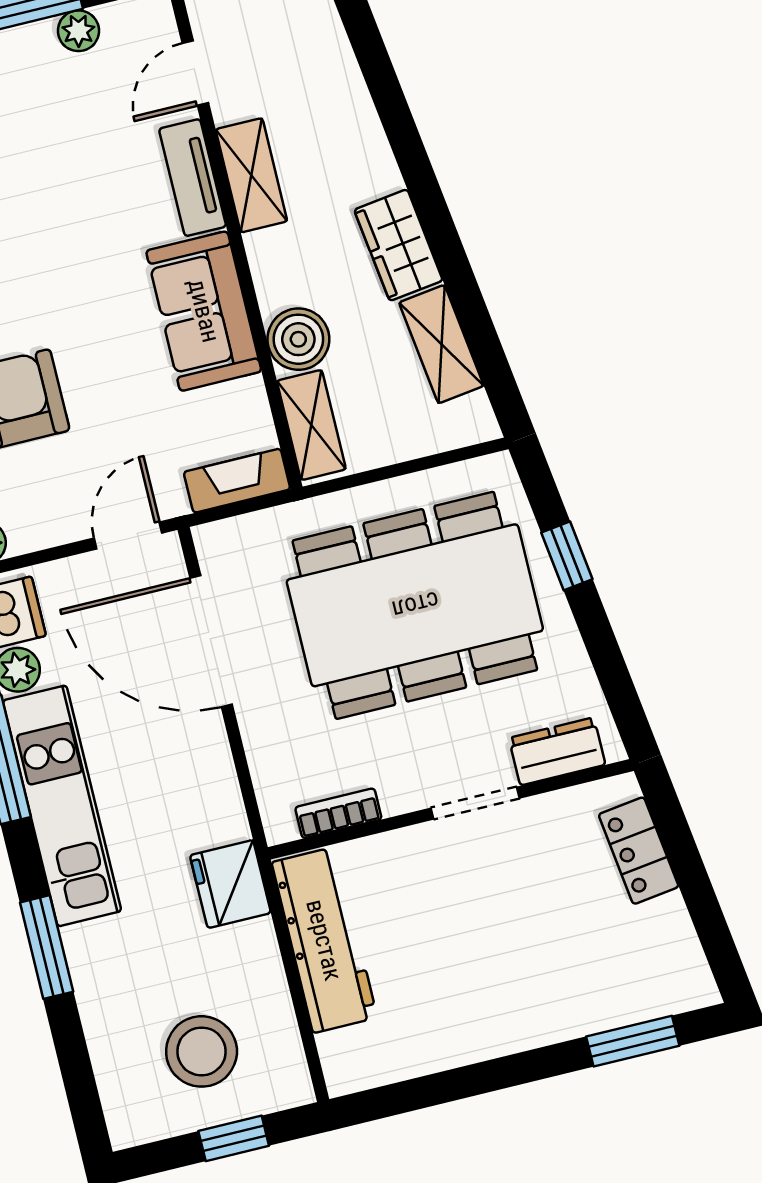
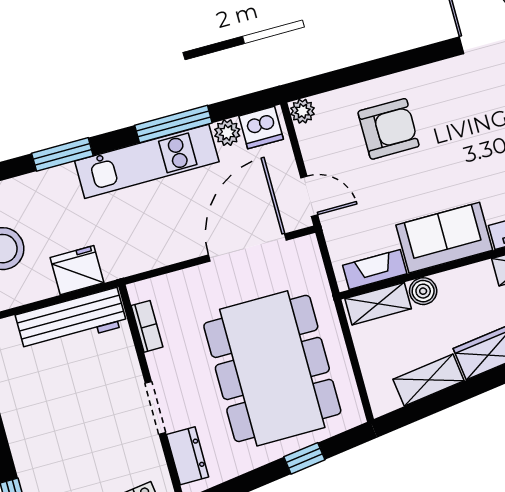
boiler: (298, 339) -> (423, 291), width x0.73, depth x0.73
fireplace: (237, 481) -> (375, 269), moved, turned -90
fridge: (230, 884) -> (77, 270), moved

